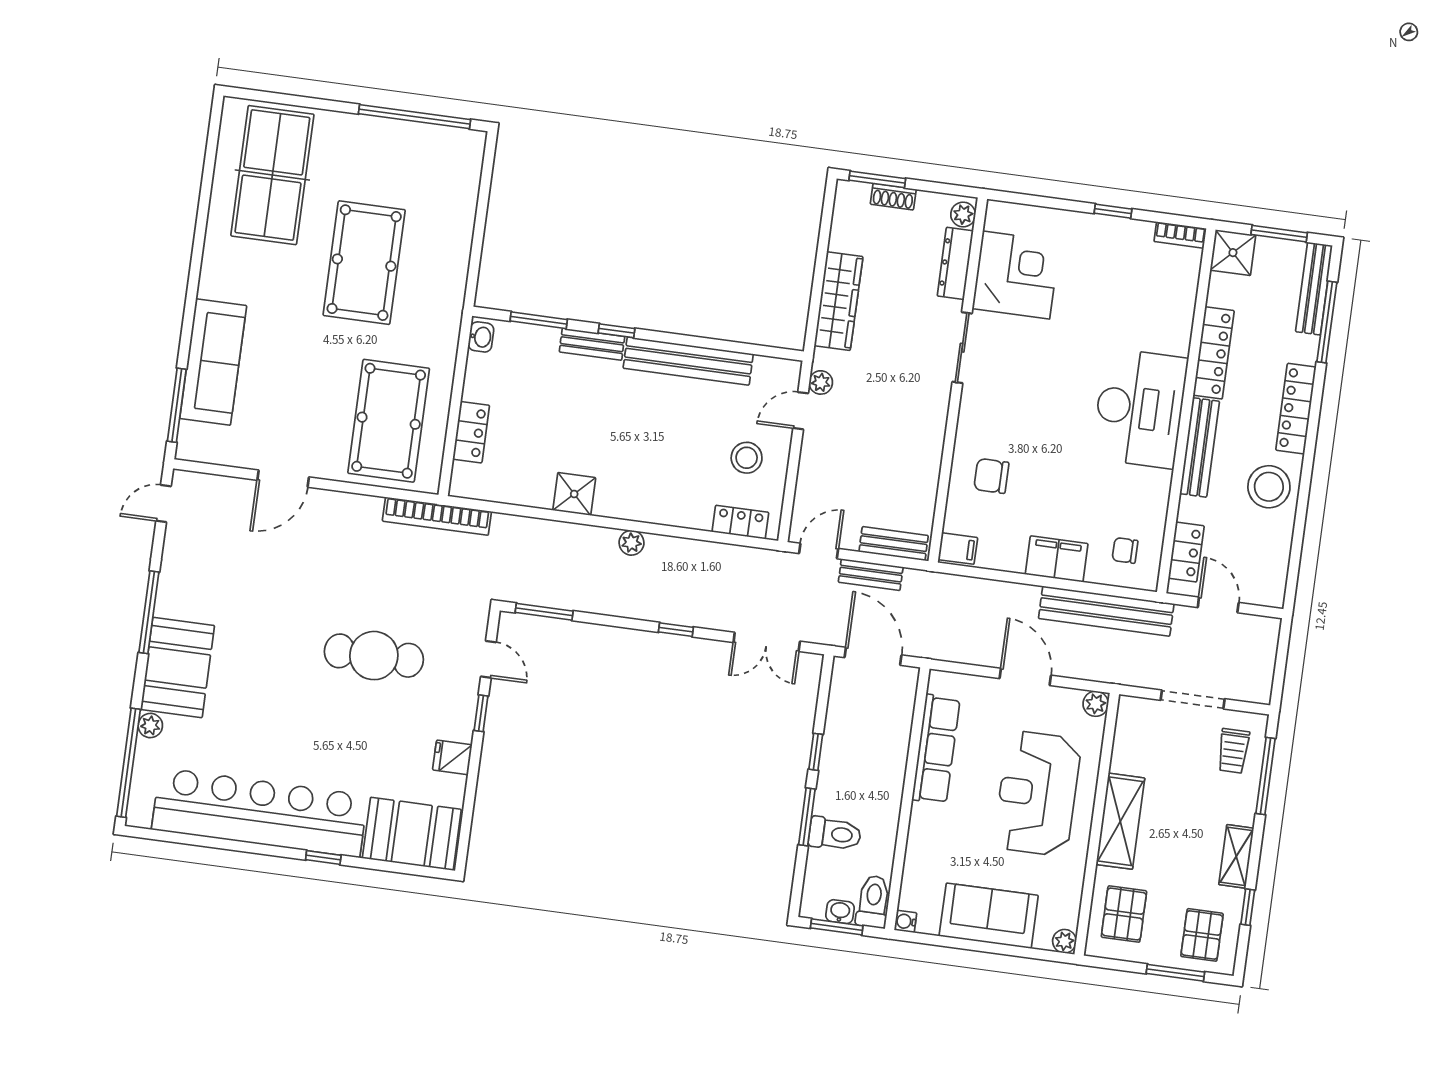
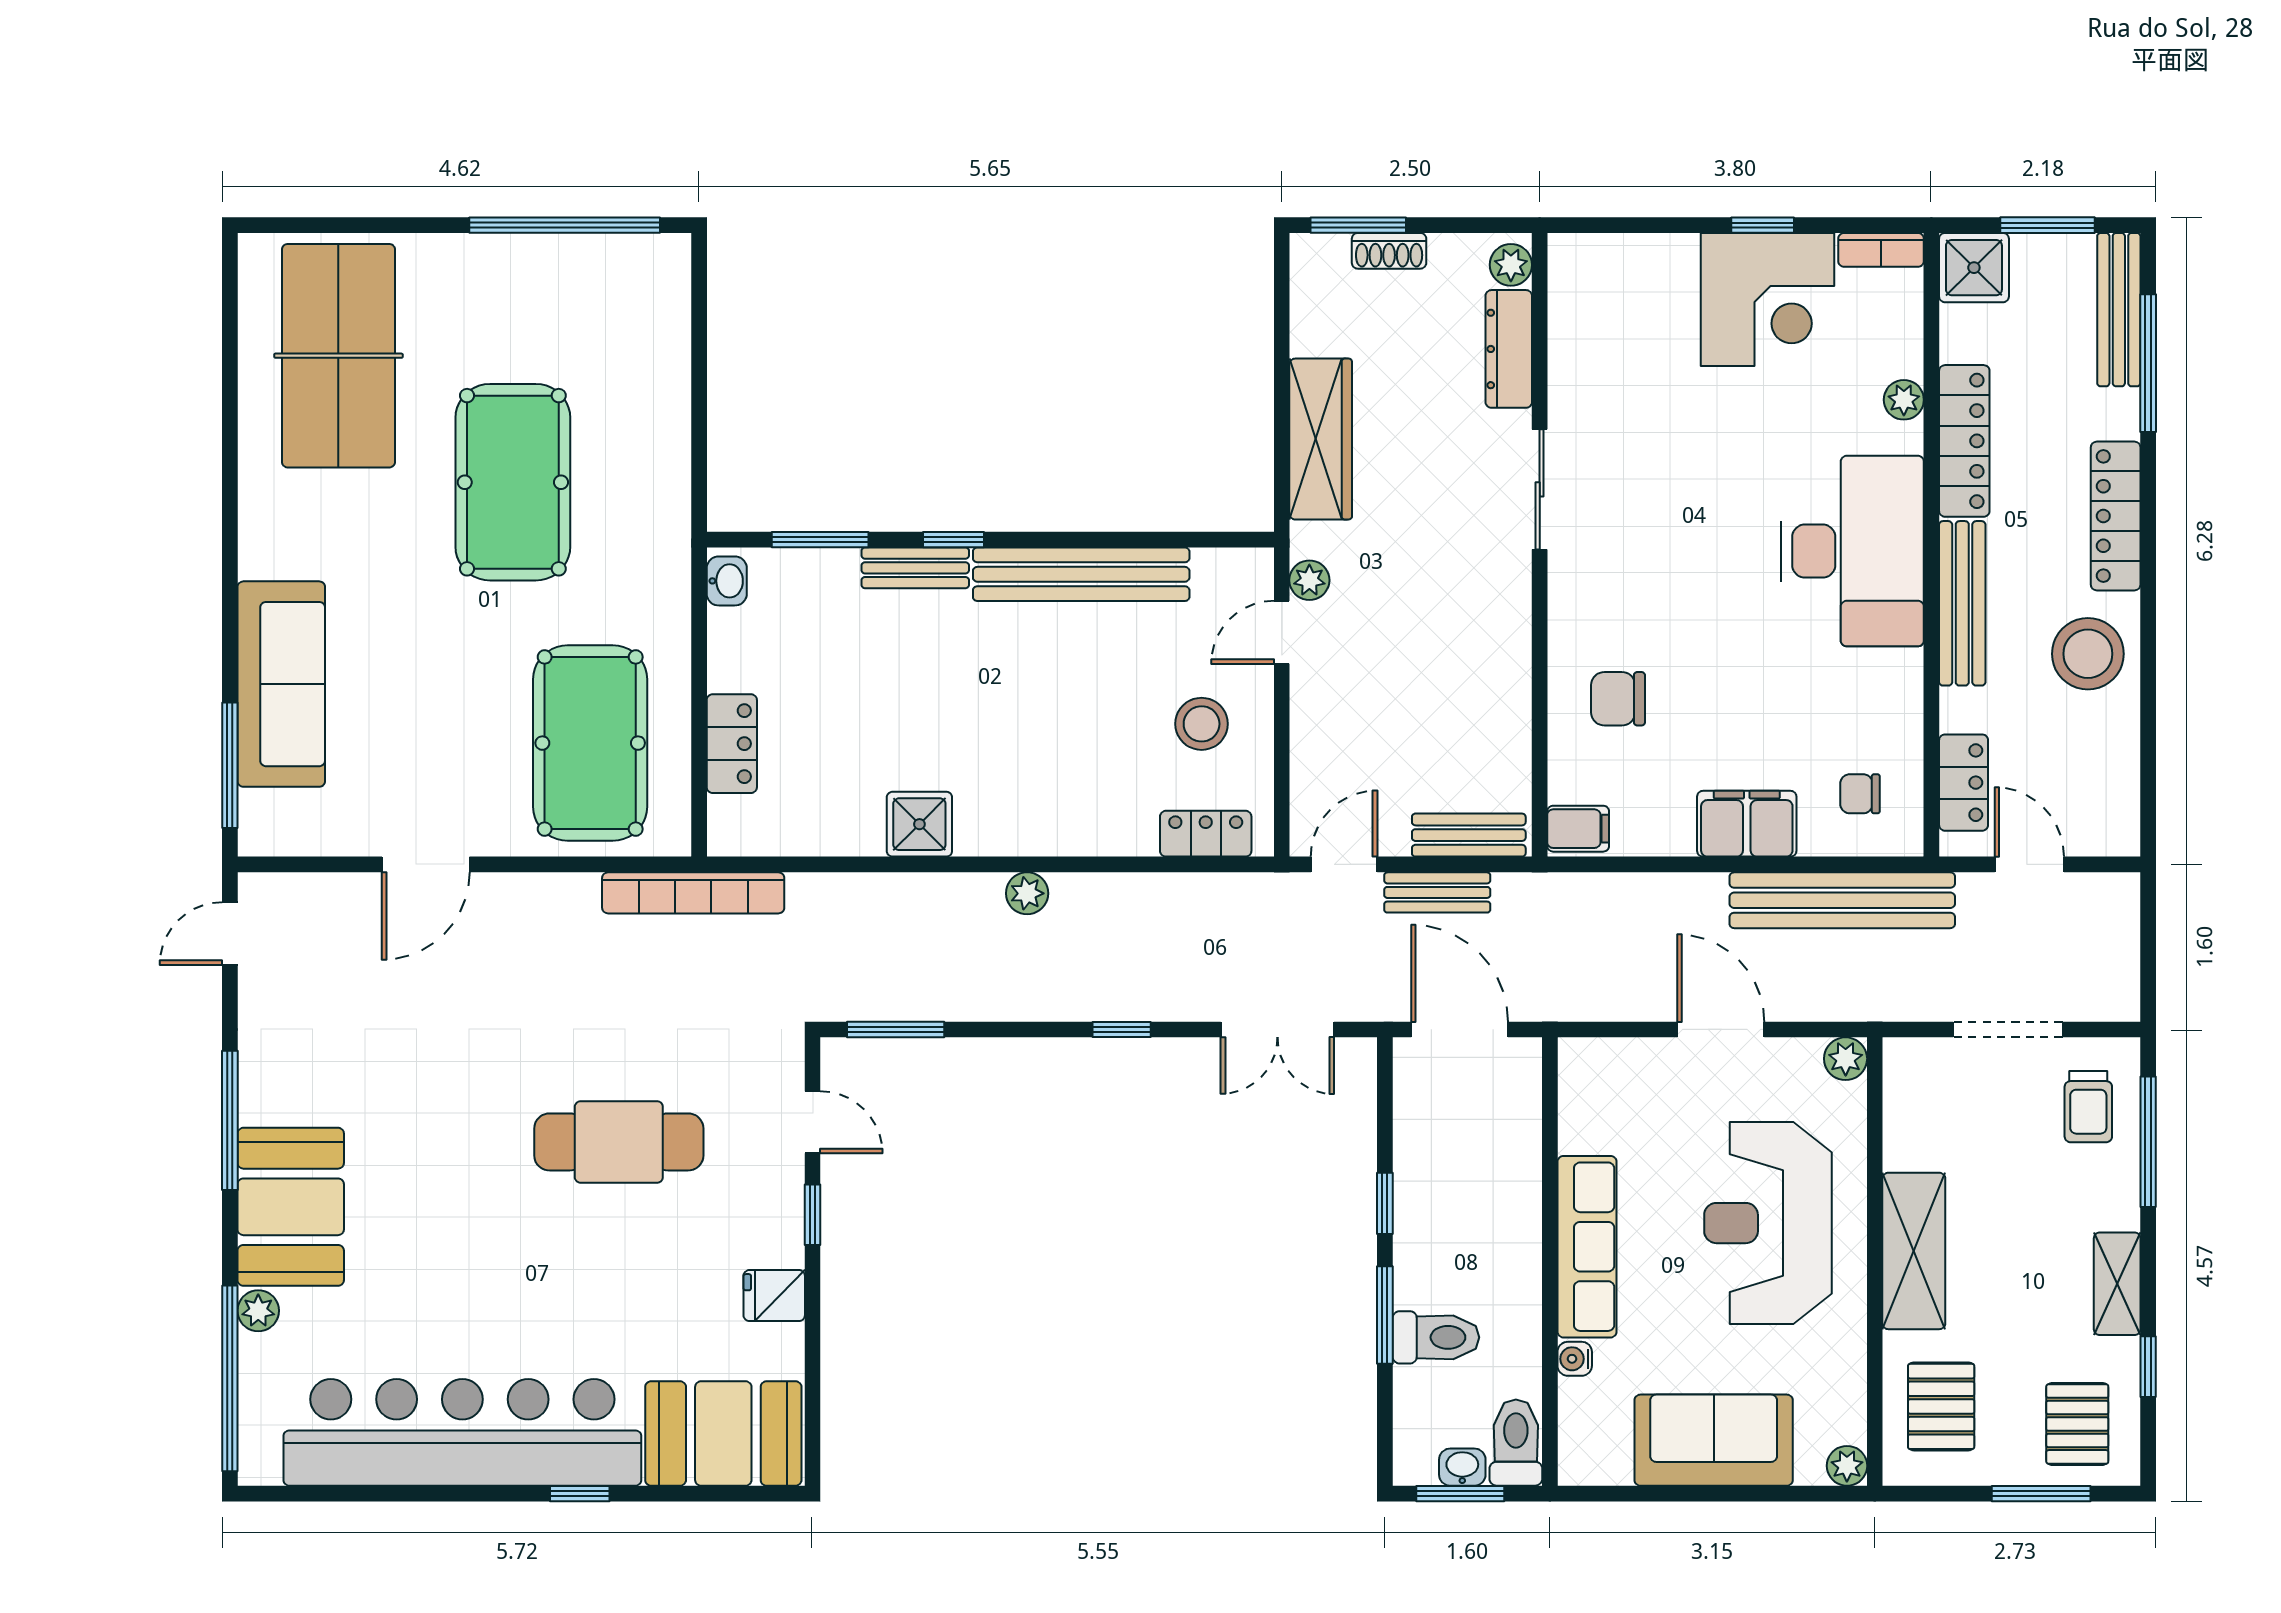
corner desk: (1016, 275) -> (1768, 299), moved, turned 90
plant: (1182, 324) -> (1904, 400), added
row of seats: (936, 749) -> (1587, 1247), moved
water cooler: (905, 921) -> (1575, 1359), moved

